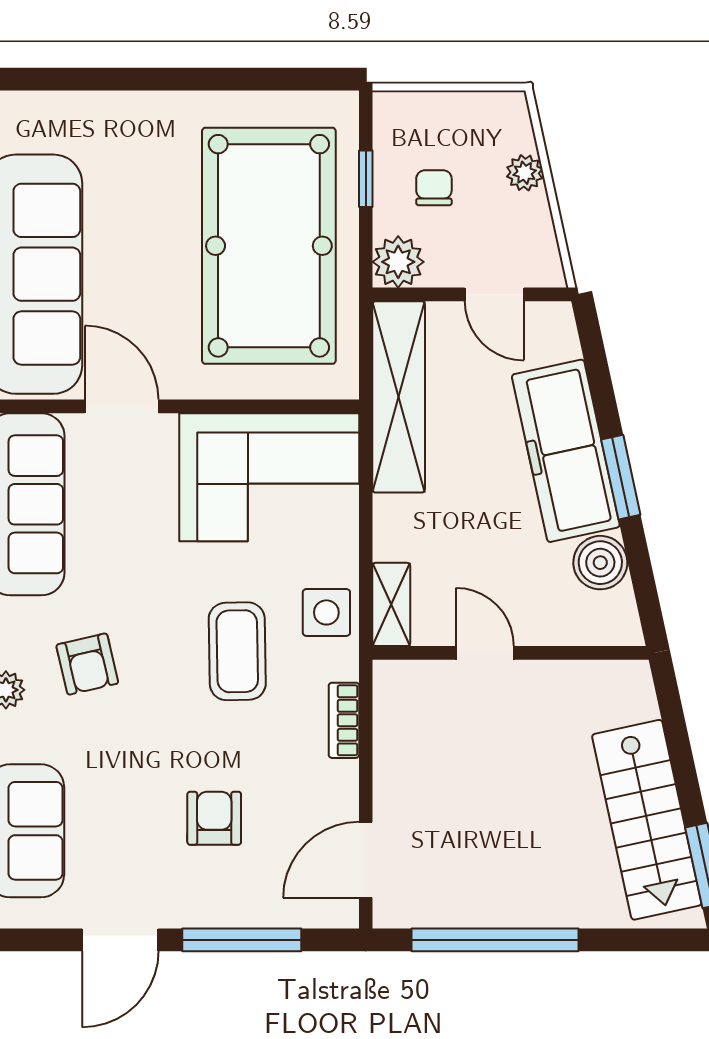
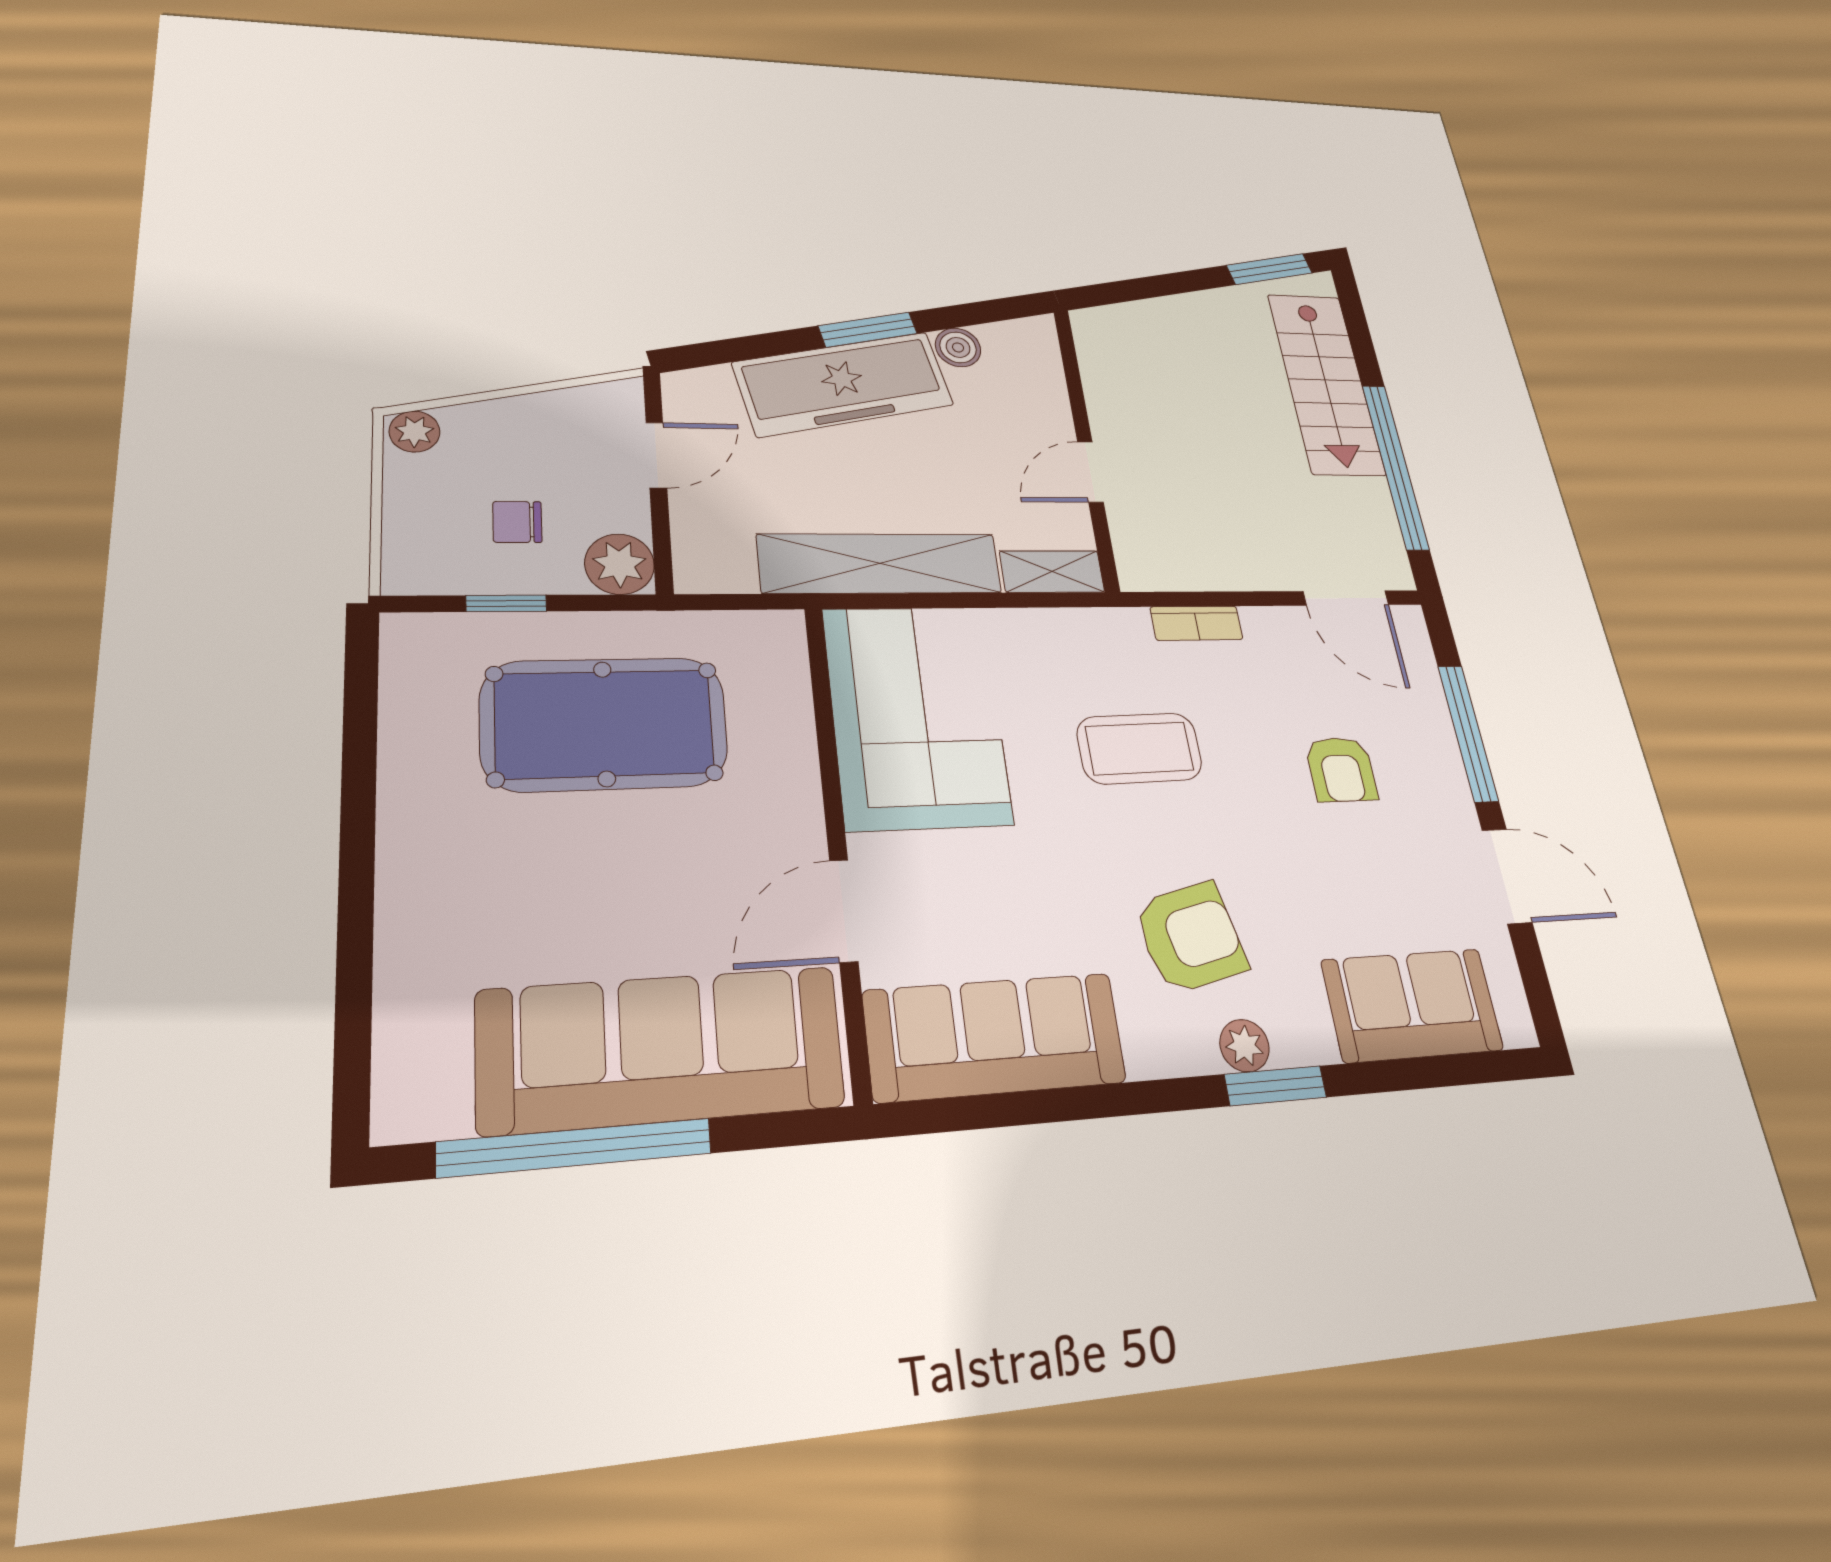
plant: (525, 173) -> (415, 432), moved
pool table: (269, 246) -> (604, 724), width x0.73, depth x0.76
shelving: (399, 397) -> (880, 563), moved
boiler: (600, 563) -> (958, 347), width x0.73, depth x0.73
side table: (326, 612) -> (1074, 644), removed
armchair: (87, 664) -> (1190, 937), width x1.38, depth x1.38
armchair: (214, 818) -> (1341, 769), turned -90
stairs: (647, 820) -> (1326, 384), moved, turned 102

